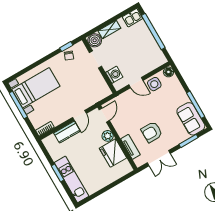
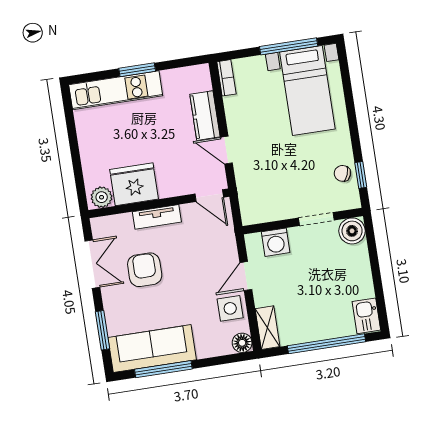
shelving: (109, 30) -> (268, 328), moved
sofa: (191, 119) -> (152, 349), width x1.36
plant: (108, 136) -> (102, 197), moved
tv unit: (130, 147) -> (157, 217), moved
double door: (159, 158) -> (92, 264), swing flipped

